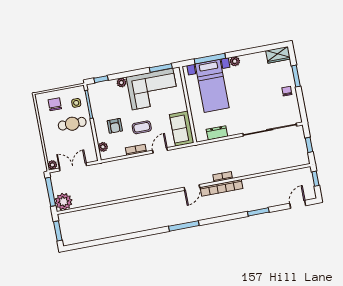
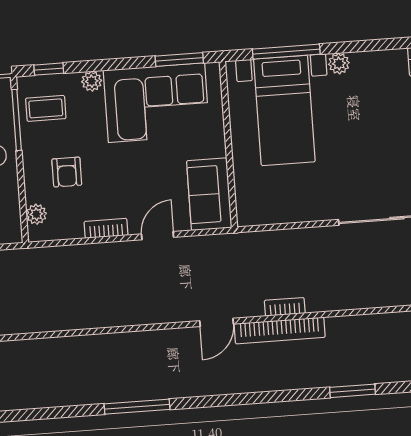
coffee table: (142, 127) -> (46, 108), moved
dresser: (217, 133) -> (283, 212), removed
window: (184, 226) -> (137, 407), moved

